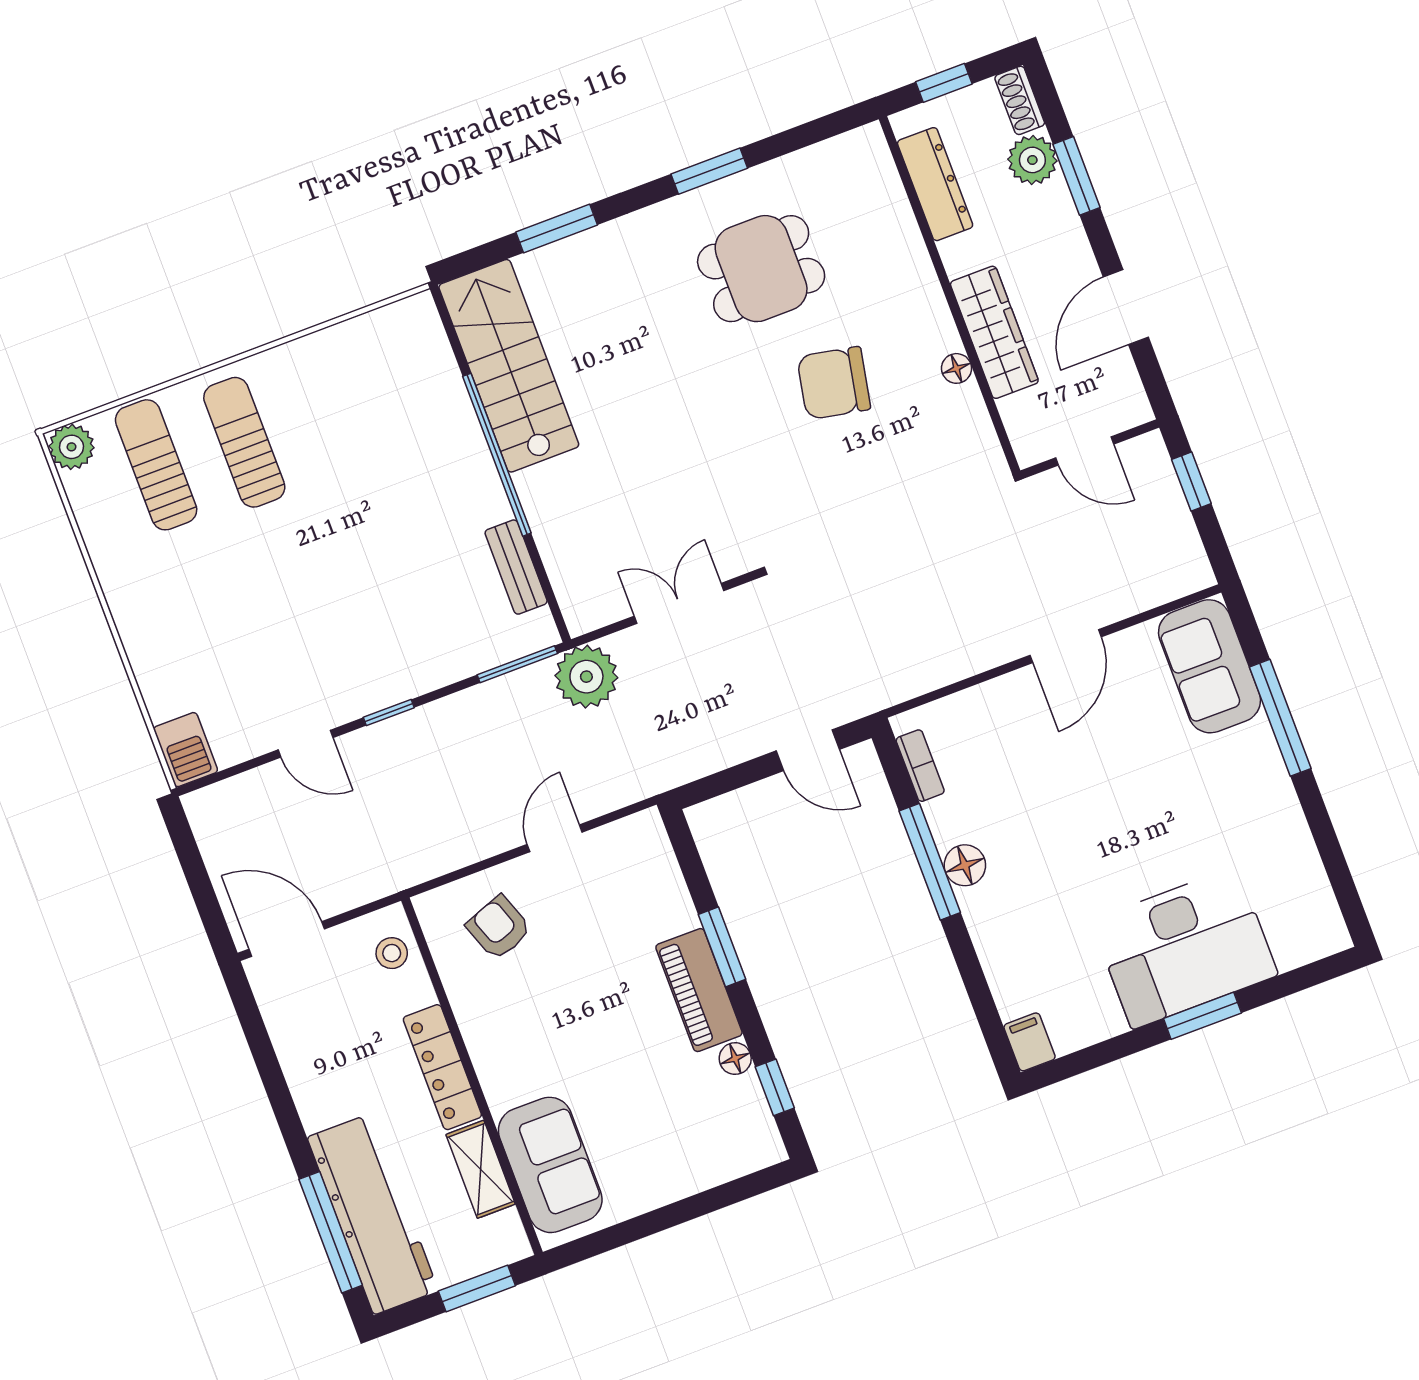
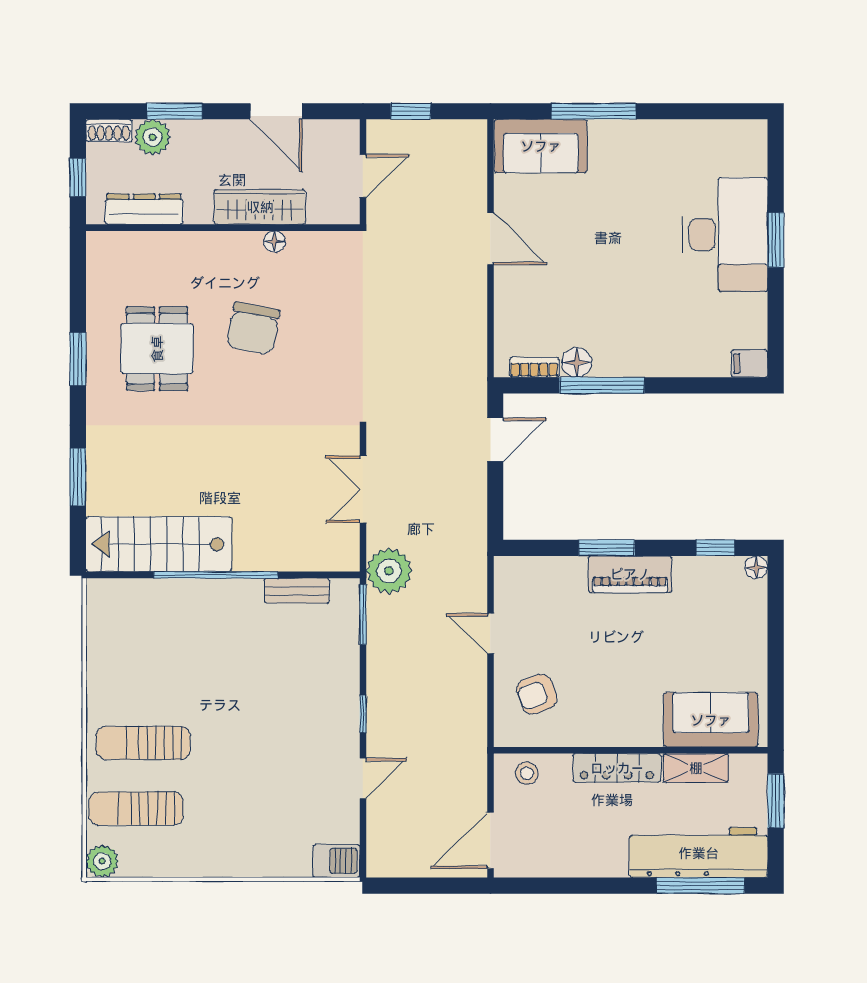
floor lamp: (965, 865) -> (577, 362), moved
floor lamp: (735, 1059) -> (756, 567), moved

